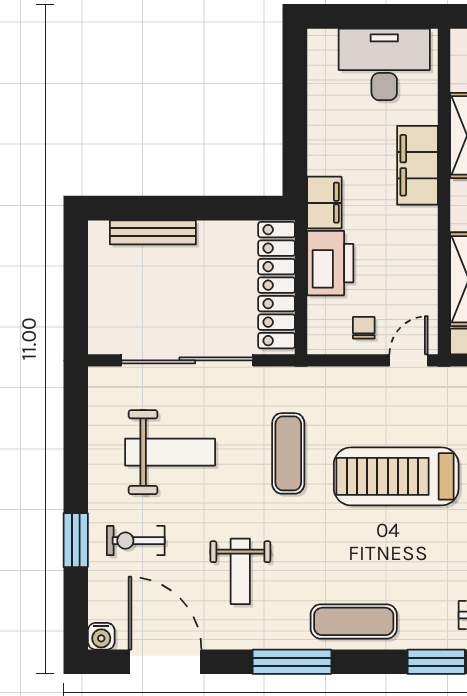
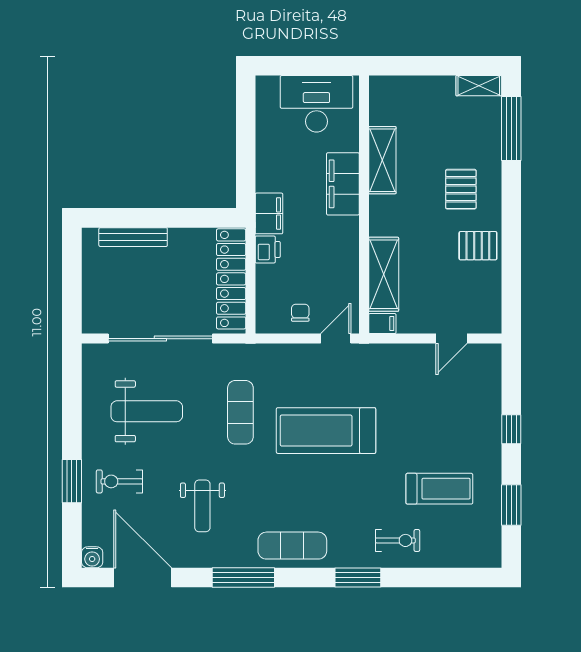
printer: (330, 263) -> (268, 250), width x0.53, depth x0.68

